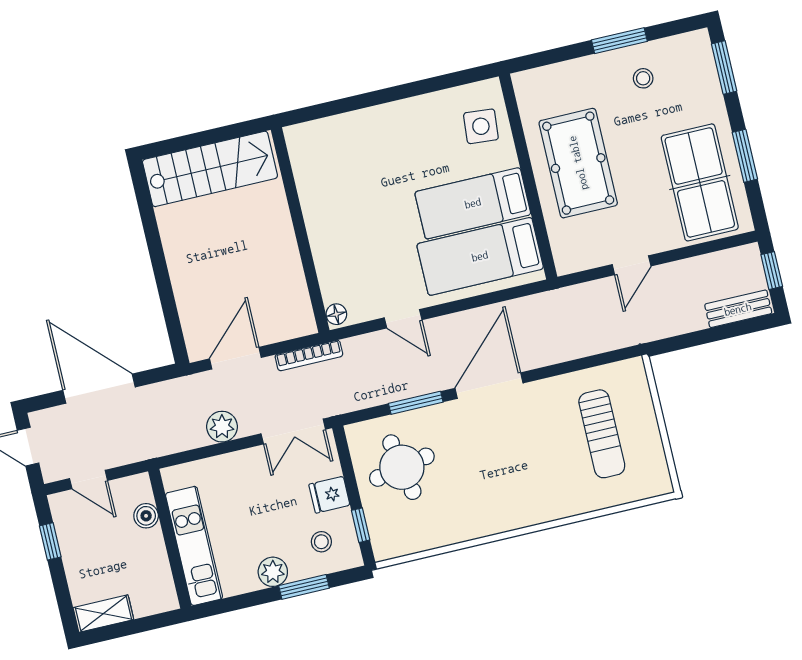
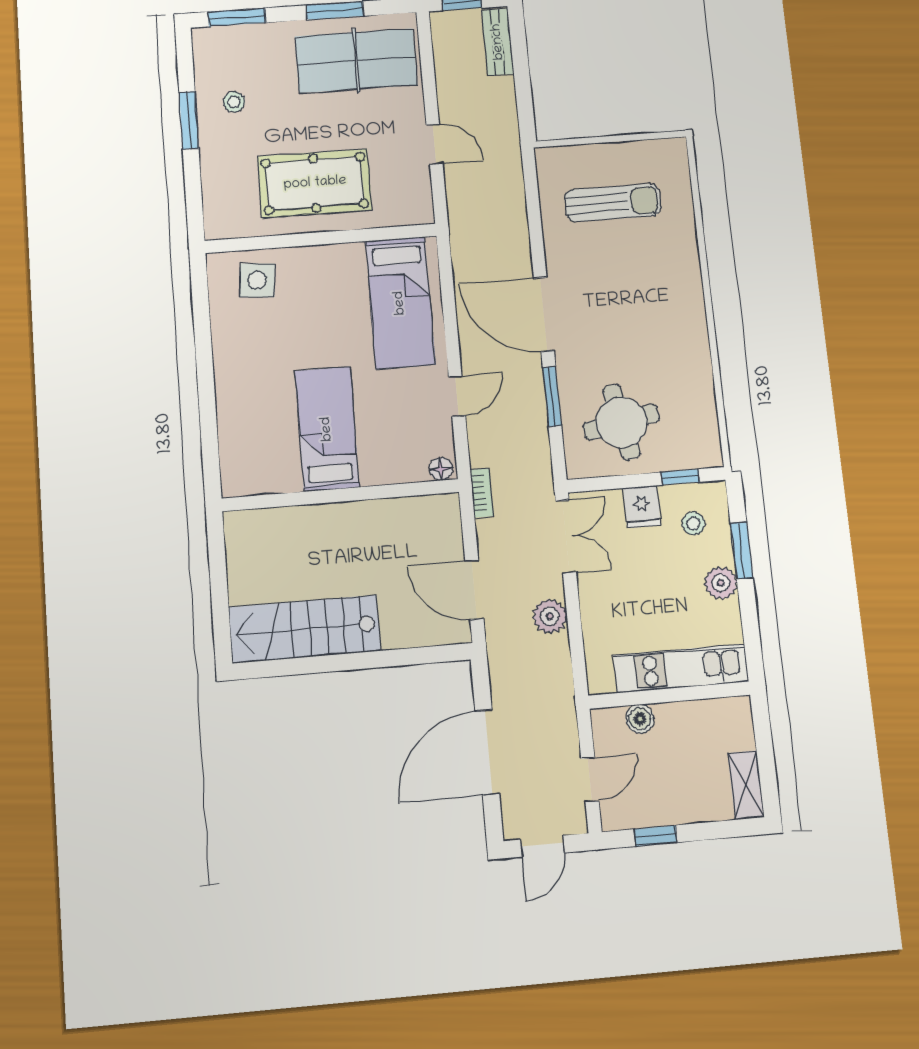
stairs: (210, 169) -> (305, 629), moved, turned -90
bed: (473, 203) -> (327, 429), moved, turned 180
bookcase: (309, 355) -> (482, 493), width x0.64

